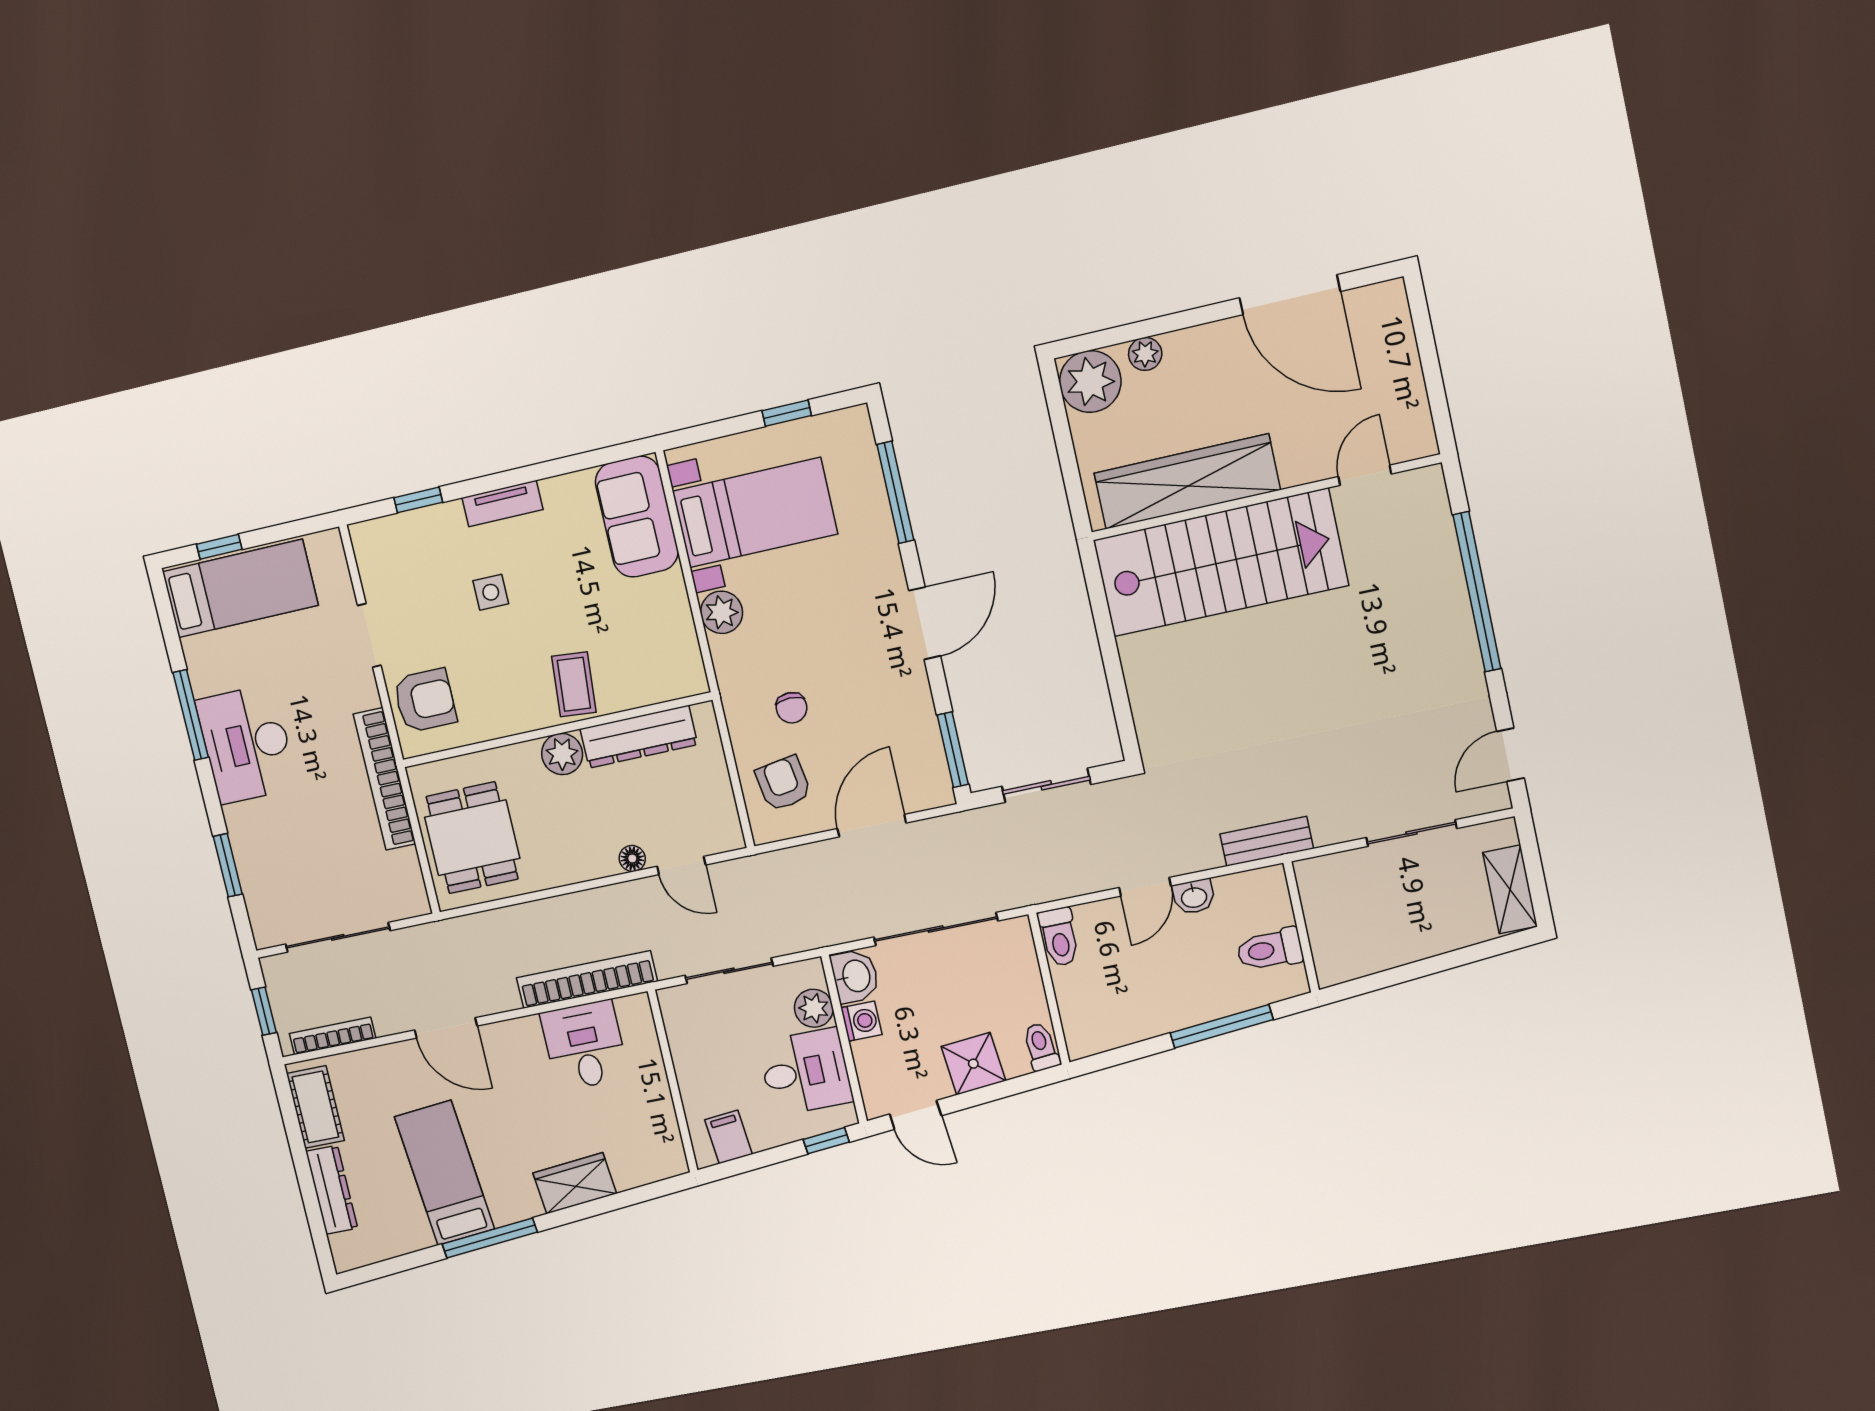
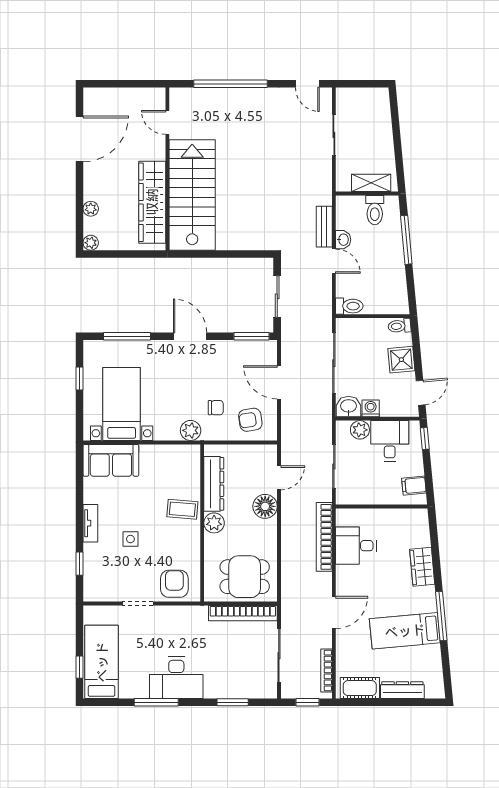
plant: (1090, 382) -> (91, 243), width x0.53, depth x0.53
plant: (722, 612) -> (191, 430), moved
bookcase: (384, 779) -> (243, 613), moved
bench: (1267, 841) -> (324, 227), moved
floor lamp: (632, 858) -> (265, 506), width x1.89, depth x1.89
shelving: (1510, 889) -> (371, 183), moved

